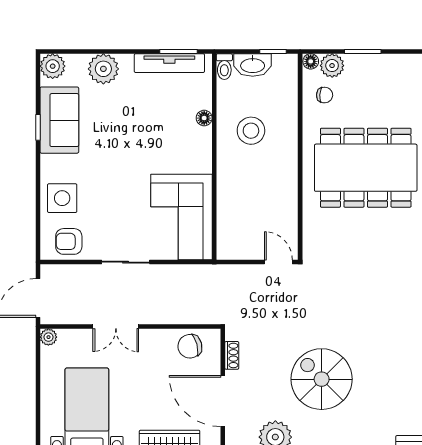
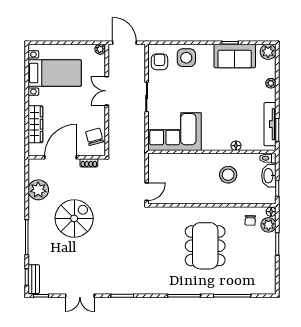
plant: (103, 69) -> (271, 83), width x0.53, depth x0.53
dining table: (366, 168) -> (205, 246), width x0.73, depth x0.80

